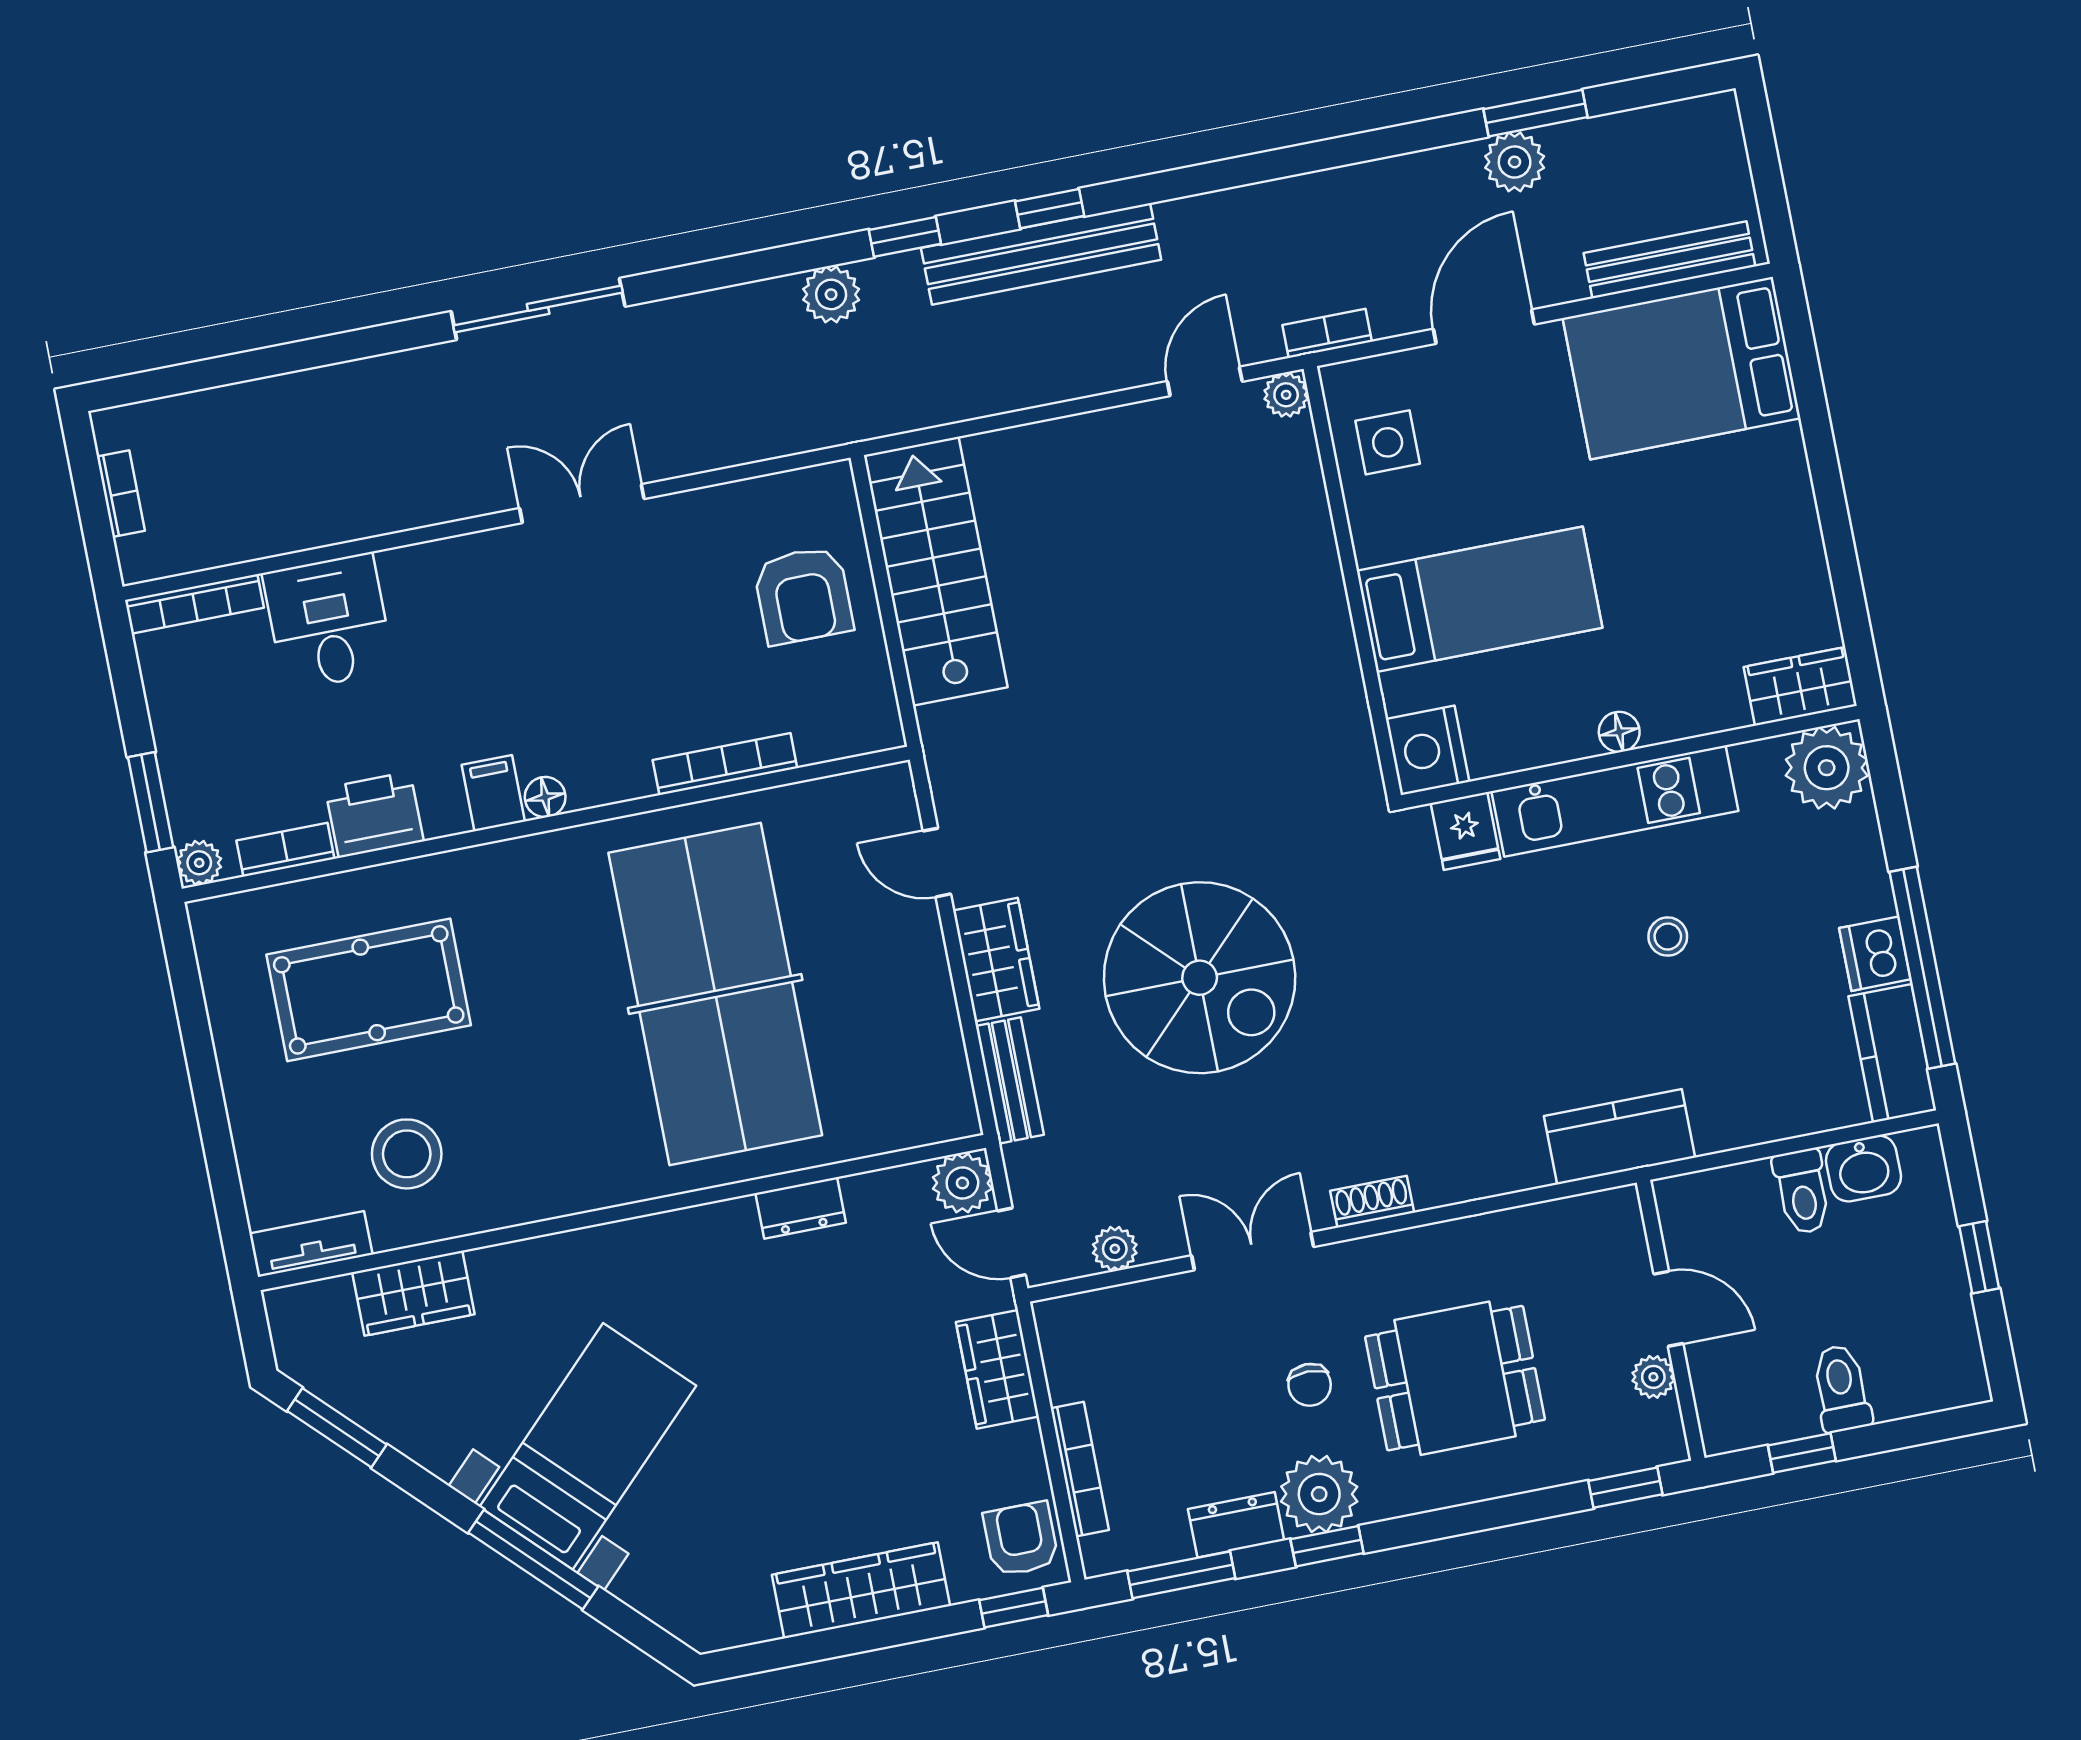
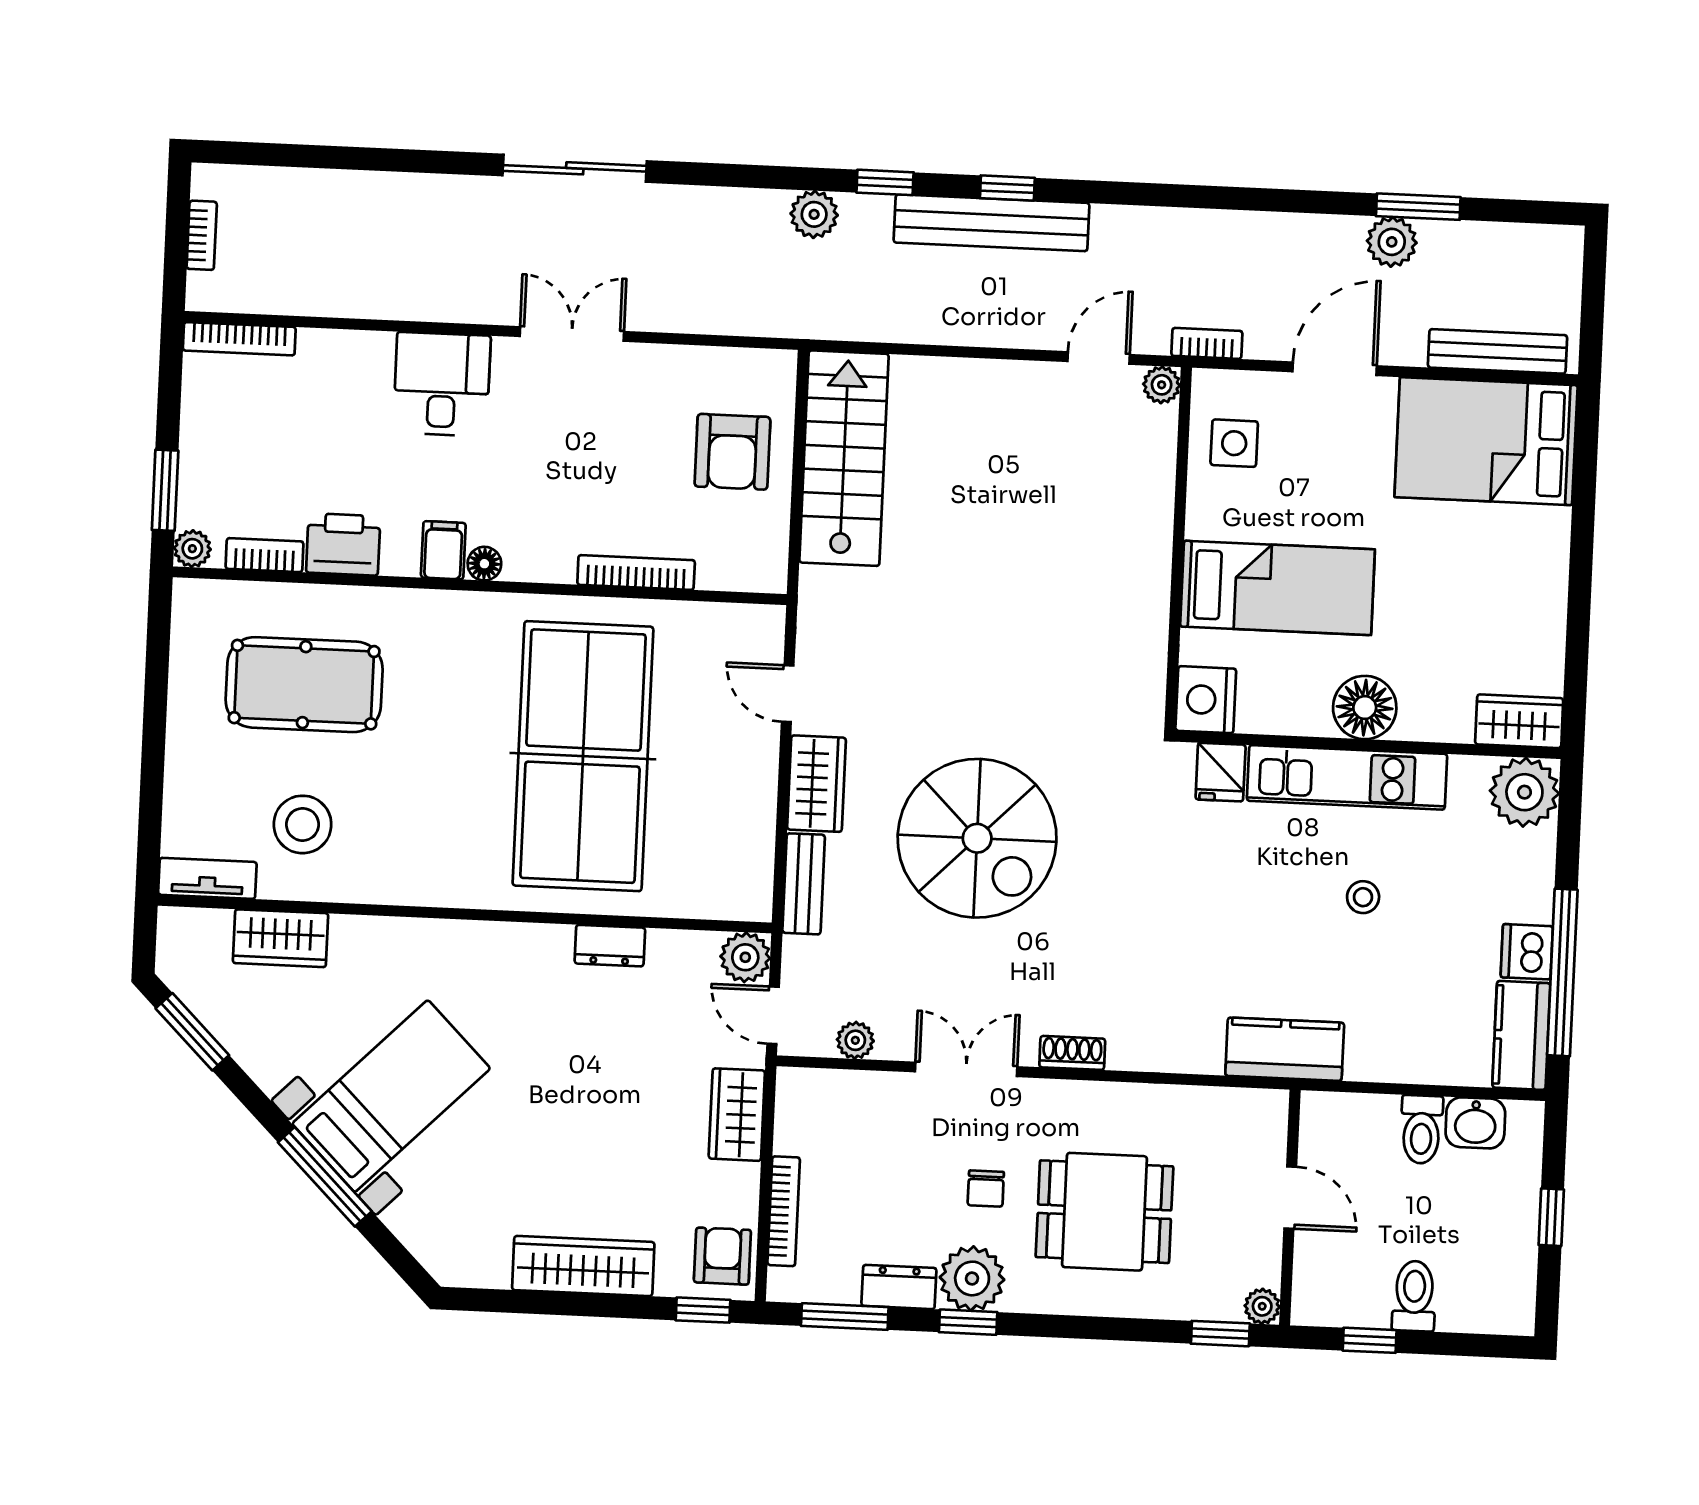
desk: (328, 622) -> (442, 384), moved
floor lamp: (1619, 732) -> (1365, 708), width x1.89, depth x1.89
plant: (1653, 1377) -> (1262, 1306), moved

